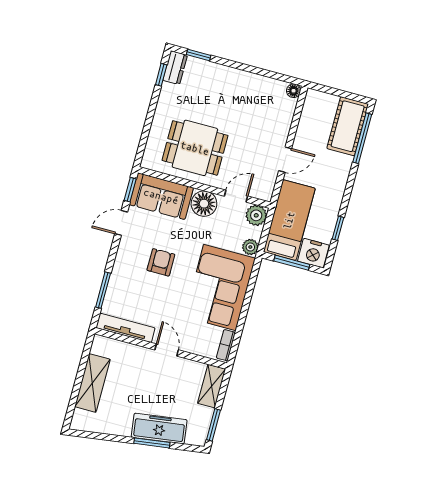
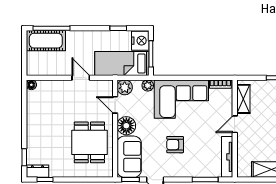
shelving: (212, 386) -> (243, 99), moved, turned 90

